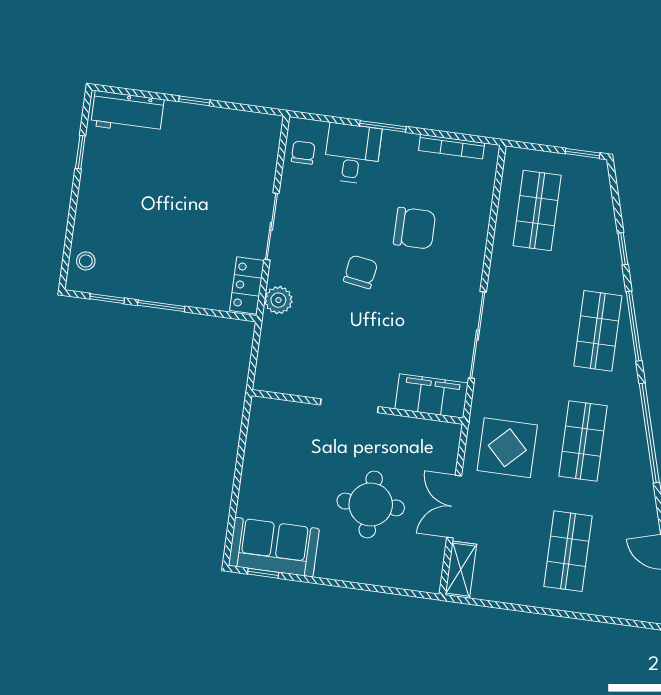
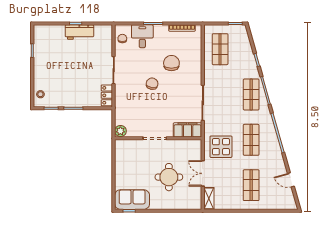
workbench: (127, 113) -> (79, 32), moved
chair: (415, 228) -> (171, 63), turned -90
plant: (278, 300) -> (120, 131), moved

